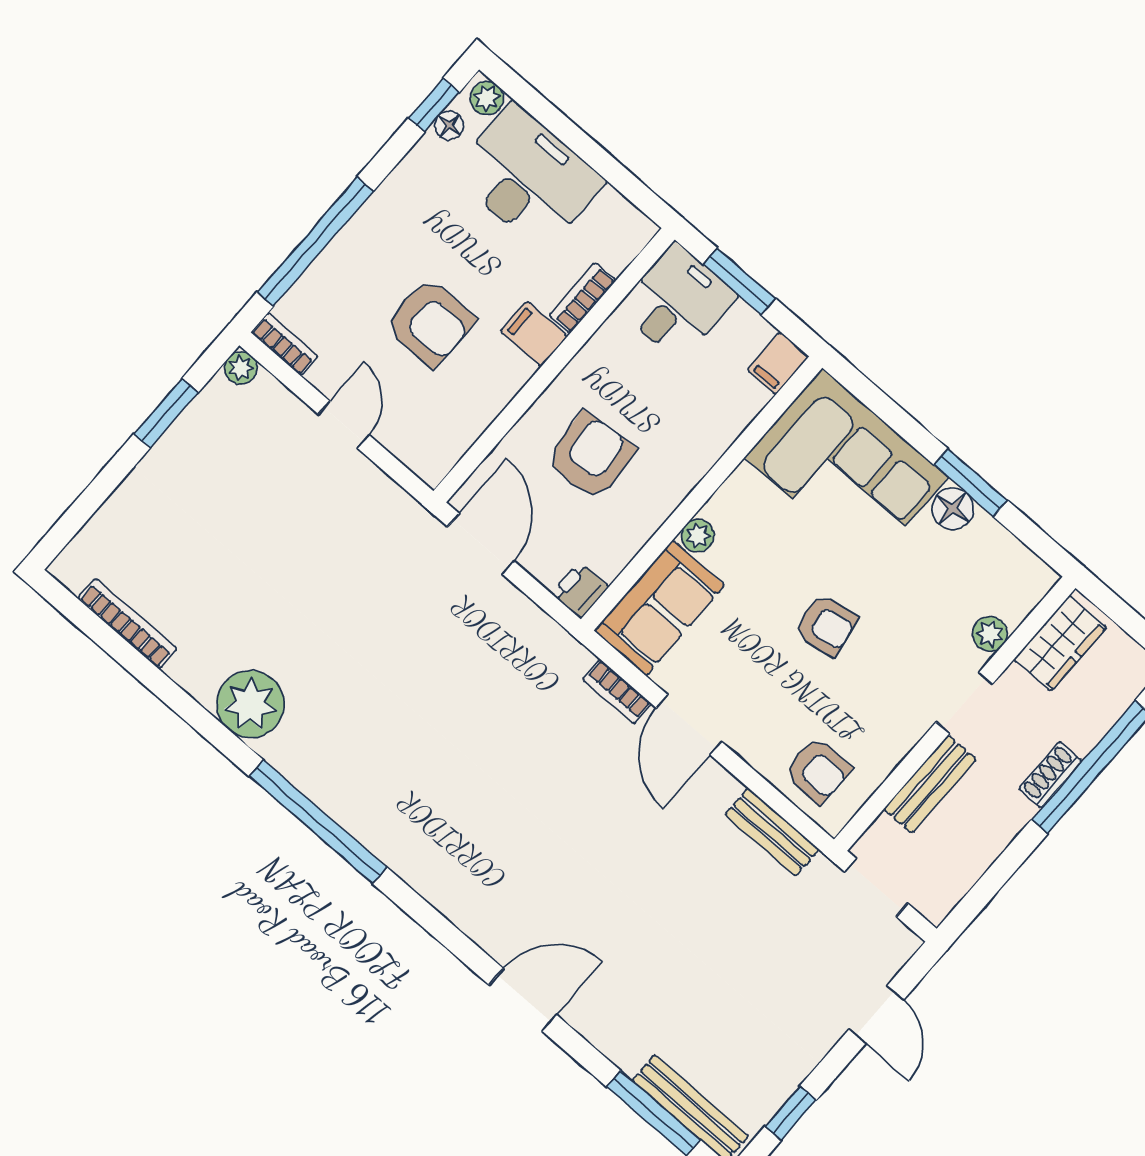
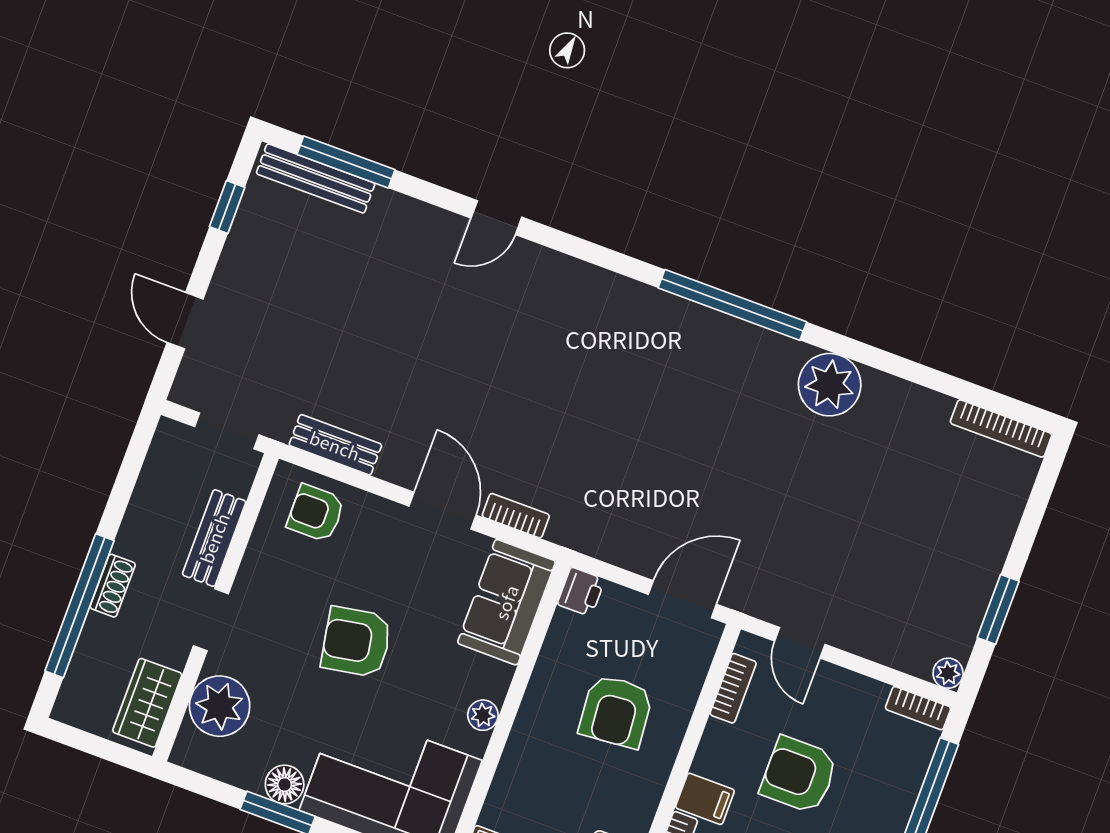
door: (344, 425) -> (800, 643), moved
bookcase: (463, 435) -> (733, 688), added
plant: (698, 536) -> (483, 715), moved
door: (481, 544) -> (682, 599), swing flipped
bookcase: (127, 624) -> (1001, 428), moved
armchair: (826, 625) -> (356, 642), width x1.38, depth x1.38
plant: (990, 634) -> (220, 706), width x1.87, depth x1.87
door: (523, 1000) -> (496, 218), width x0.73

